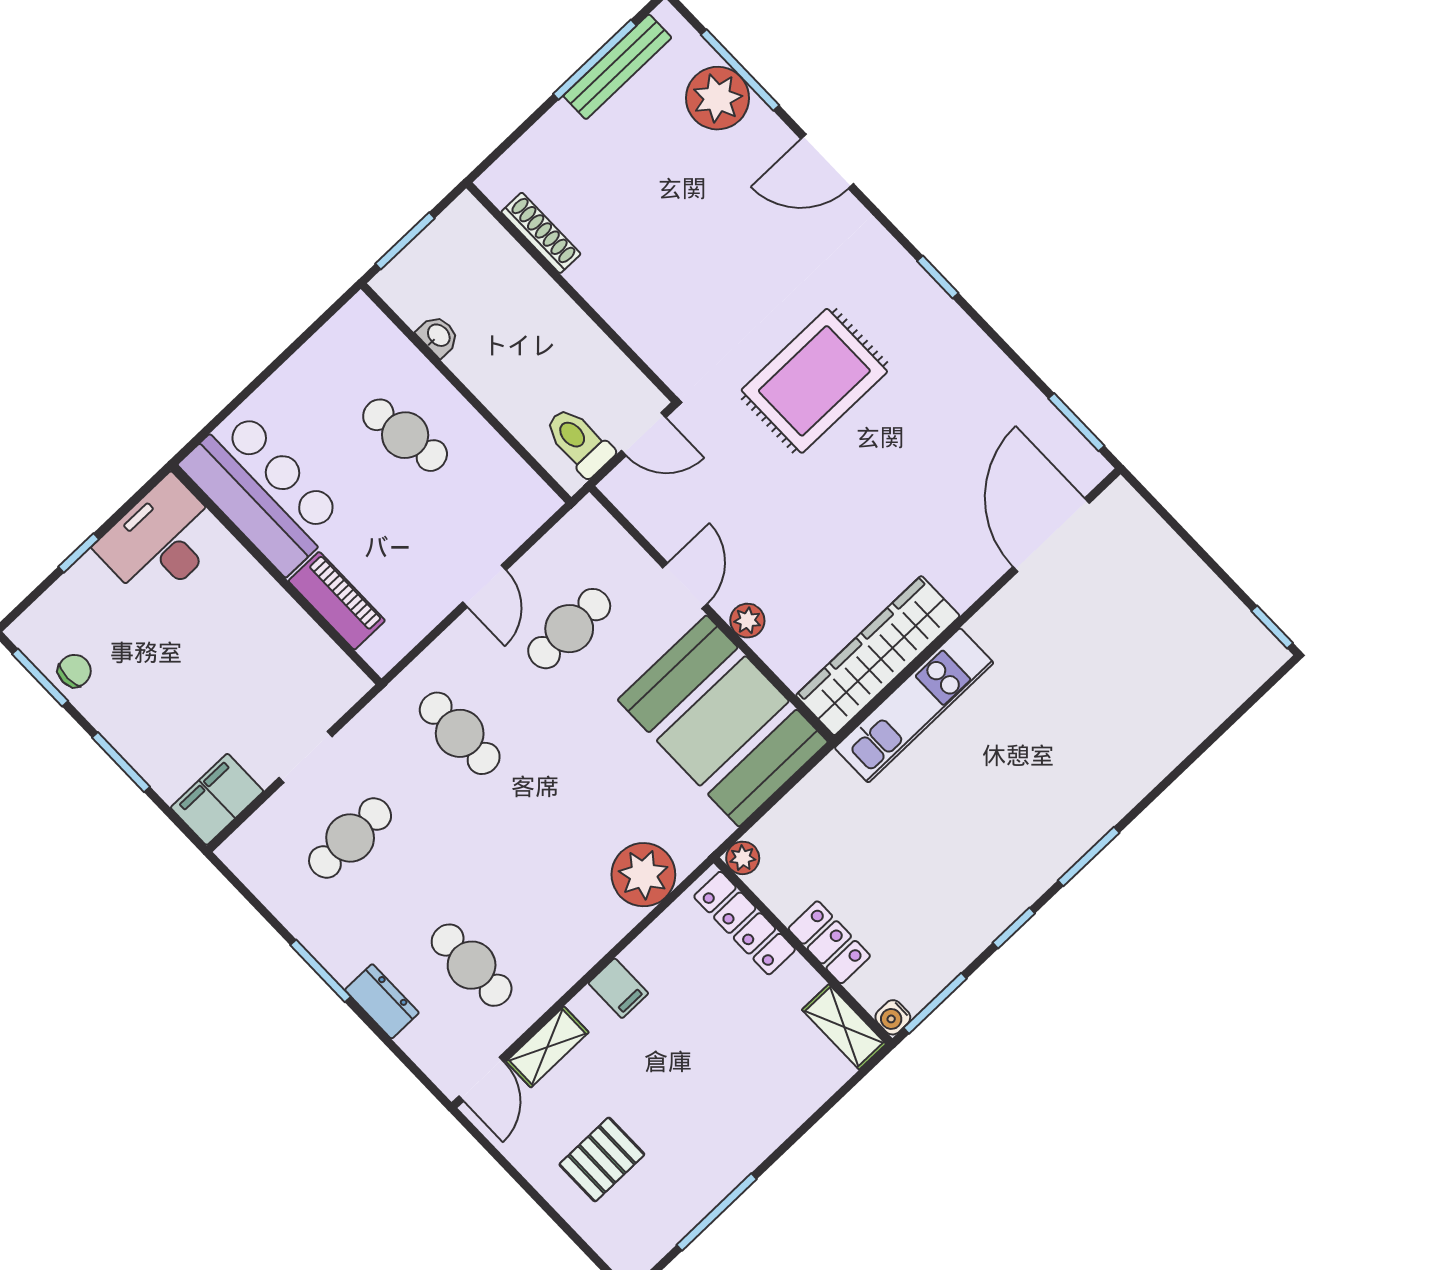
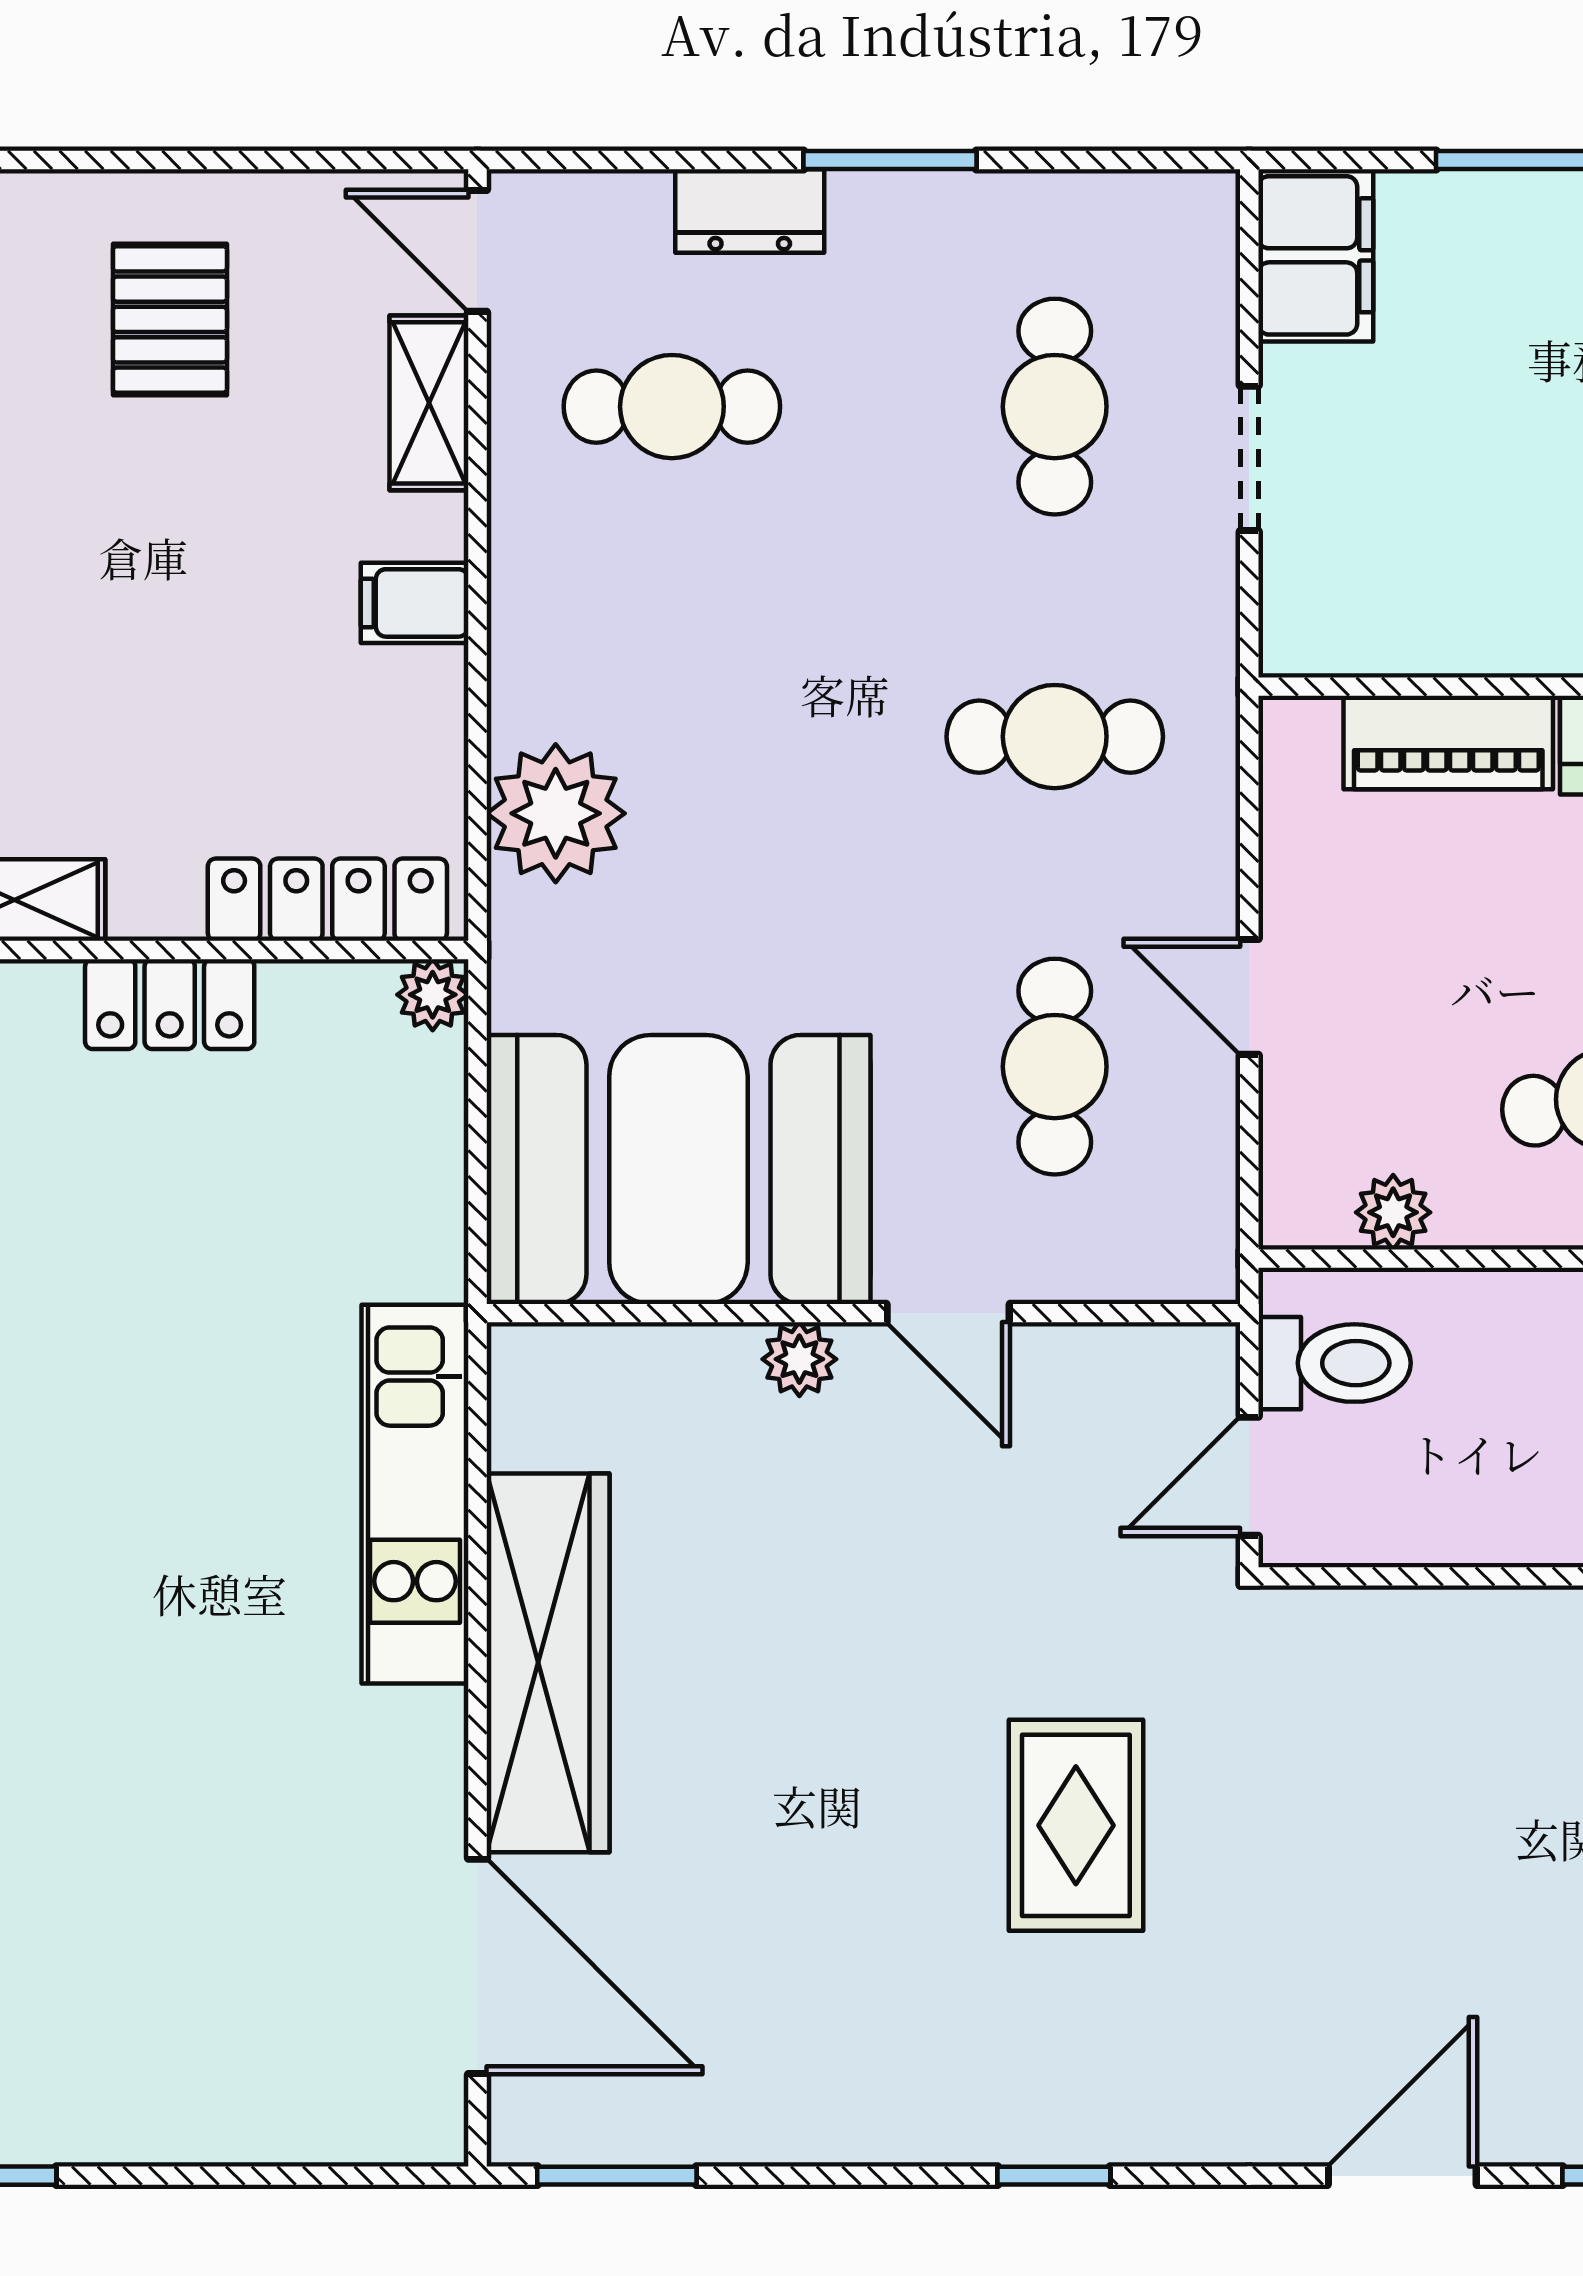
rug: (814, 381) -> (1076, 1825), width x0.73, depth x0.70
plant: (510, 470) -> (1393, 1212), added
wardrobe: (878, 656) -> (548, 1663), moved

